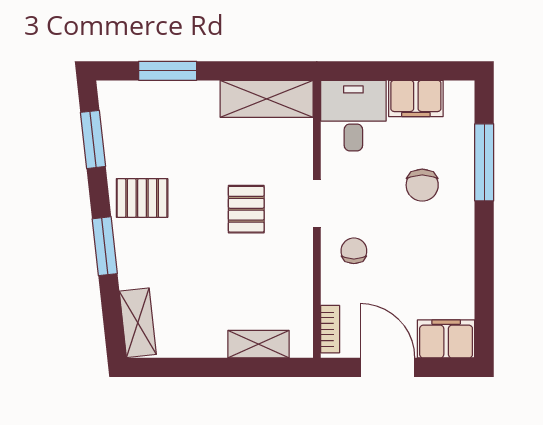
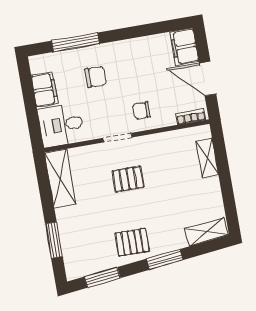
pallet: (142, 198) -> (132, 242), turned 90
door: (387, 367) -> (208, 79), hinge flipped

